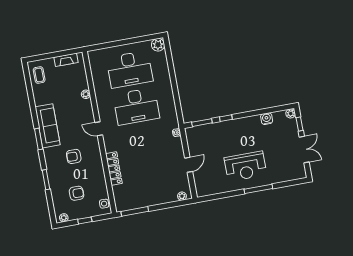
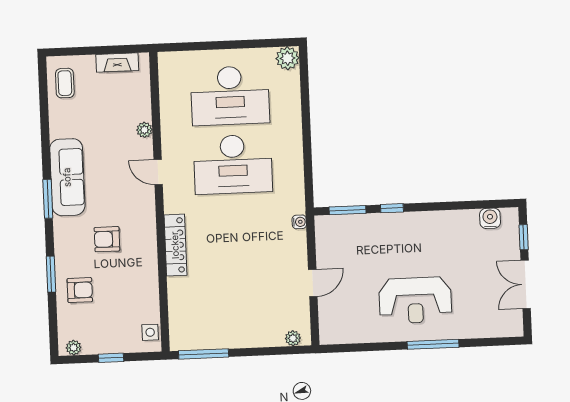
plant: (291, 113) -> (510, 216), removed
water cooler: (267, 119) -> (490, 218), moved
door: (99, 129) -> (158, 172), moved
double door: (304, 149) -> (526, 284), swing flipped
locker: (114, 169) -> (175, 245), moved
armchair: (77, 193) -> (80, 290), moved

